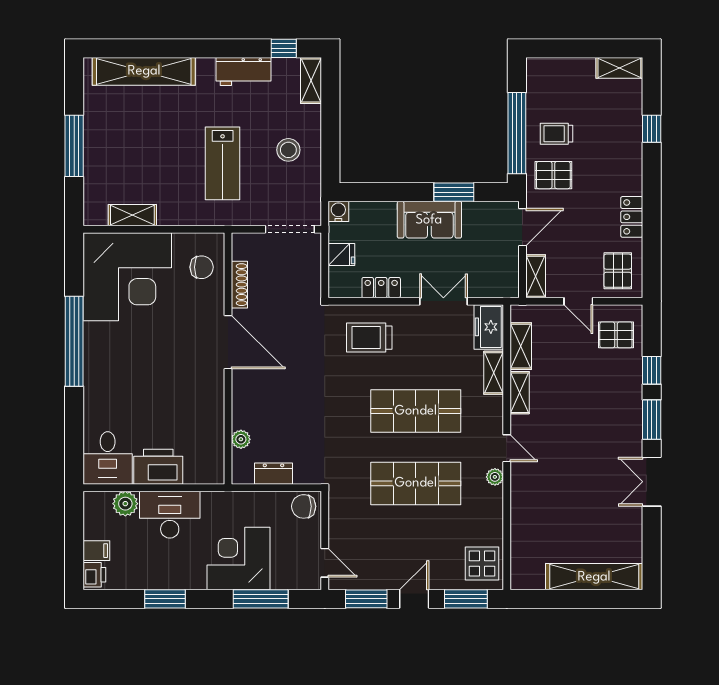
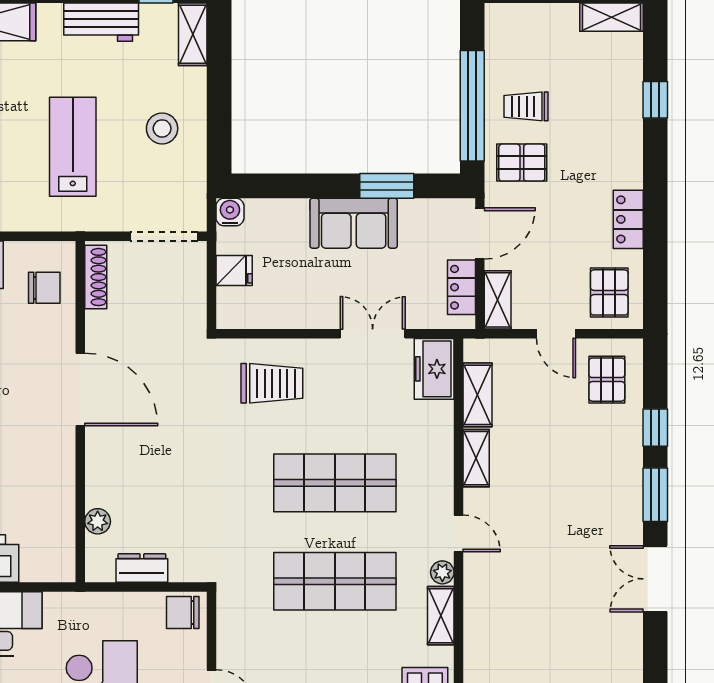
lab bench: (223, 163) -> (73, 147), turned 180
shoe rack: (239, 285) -> (96, 277), moved
locker: (381, 288) -> (461, 287), moved, turned -90
pallet: (616, 335) -> (607, 380), turned 90
trolley: (369, 338) -> (272, 383), turned 180
shelving: (494, 373) -> (441, 616), moved

